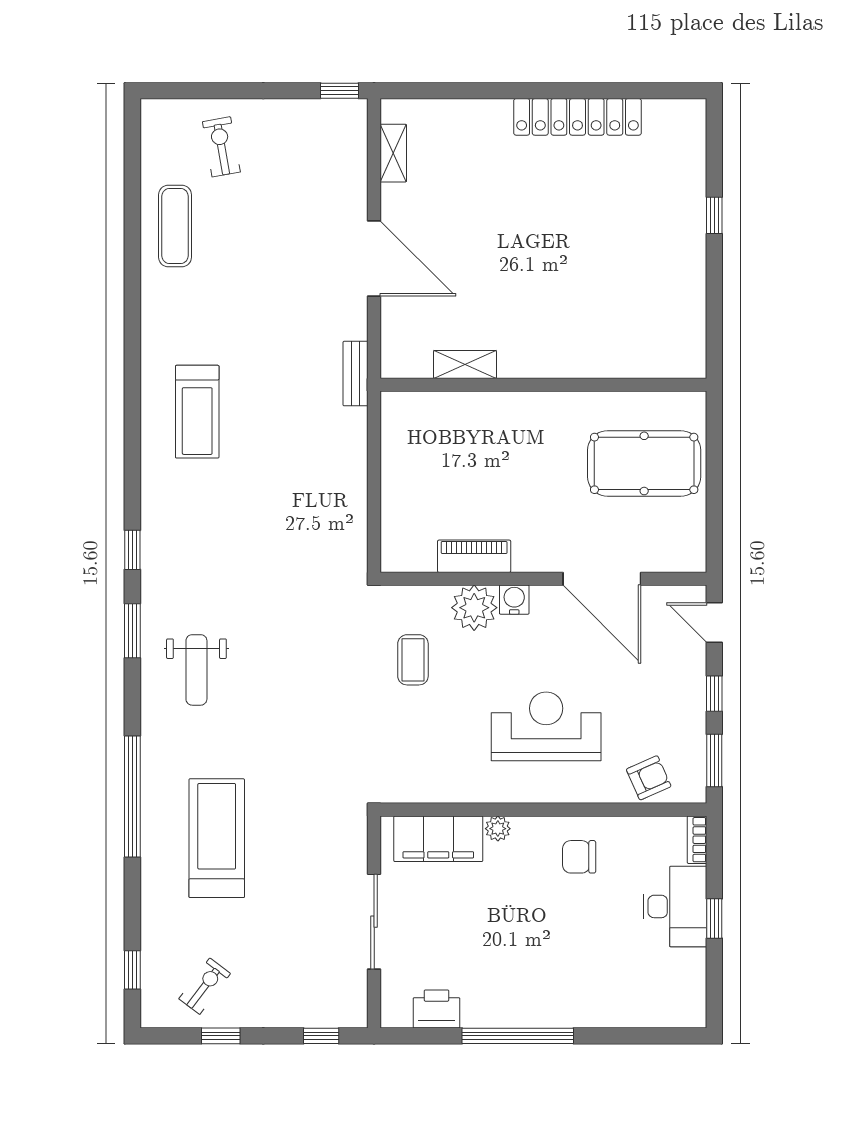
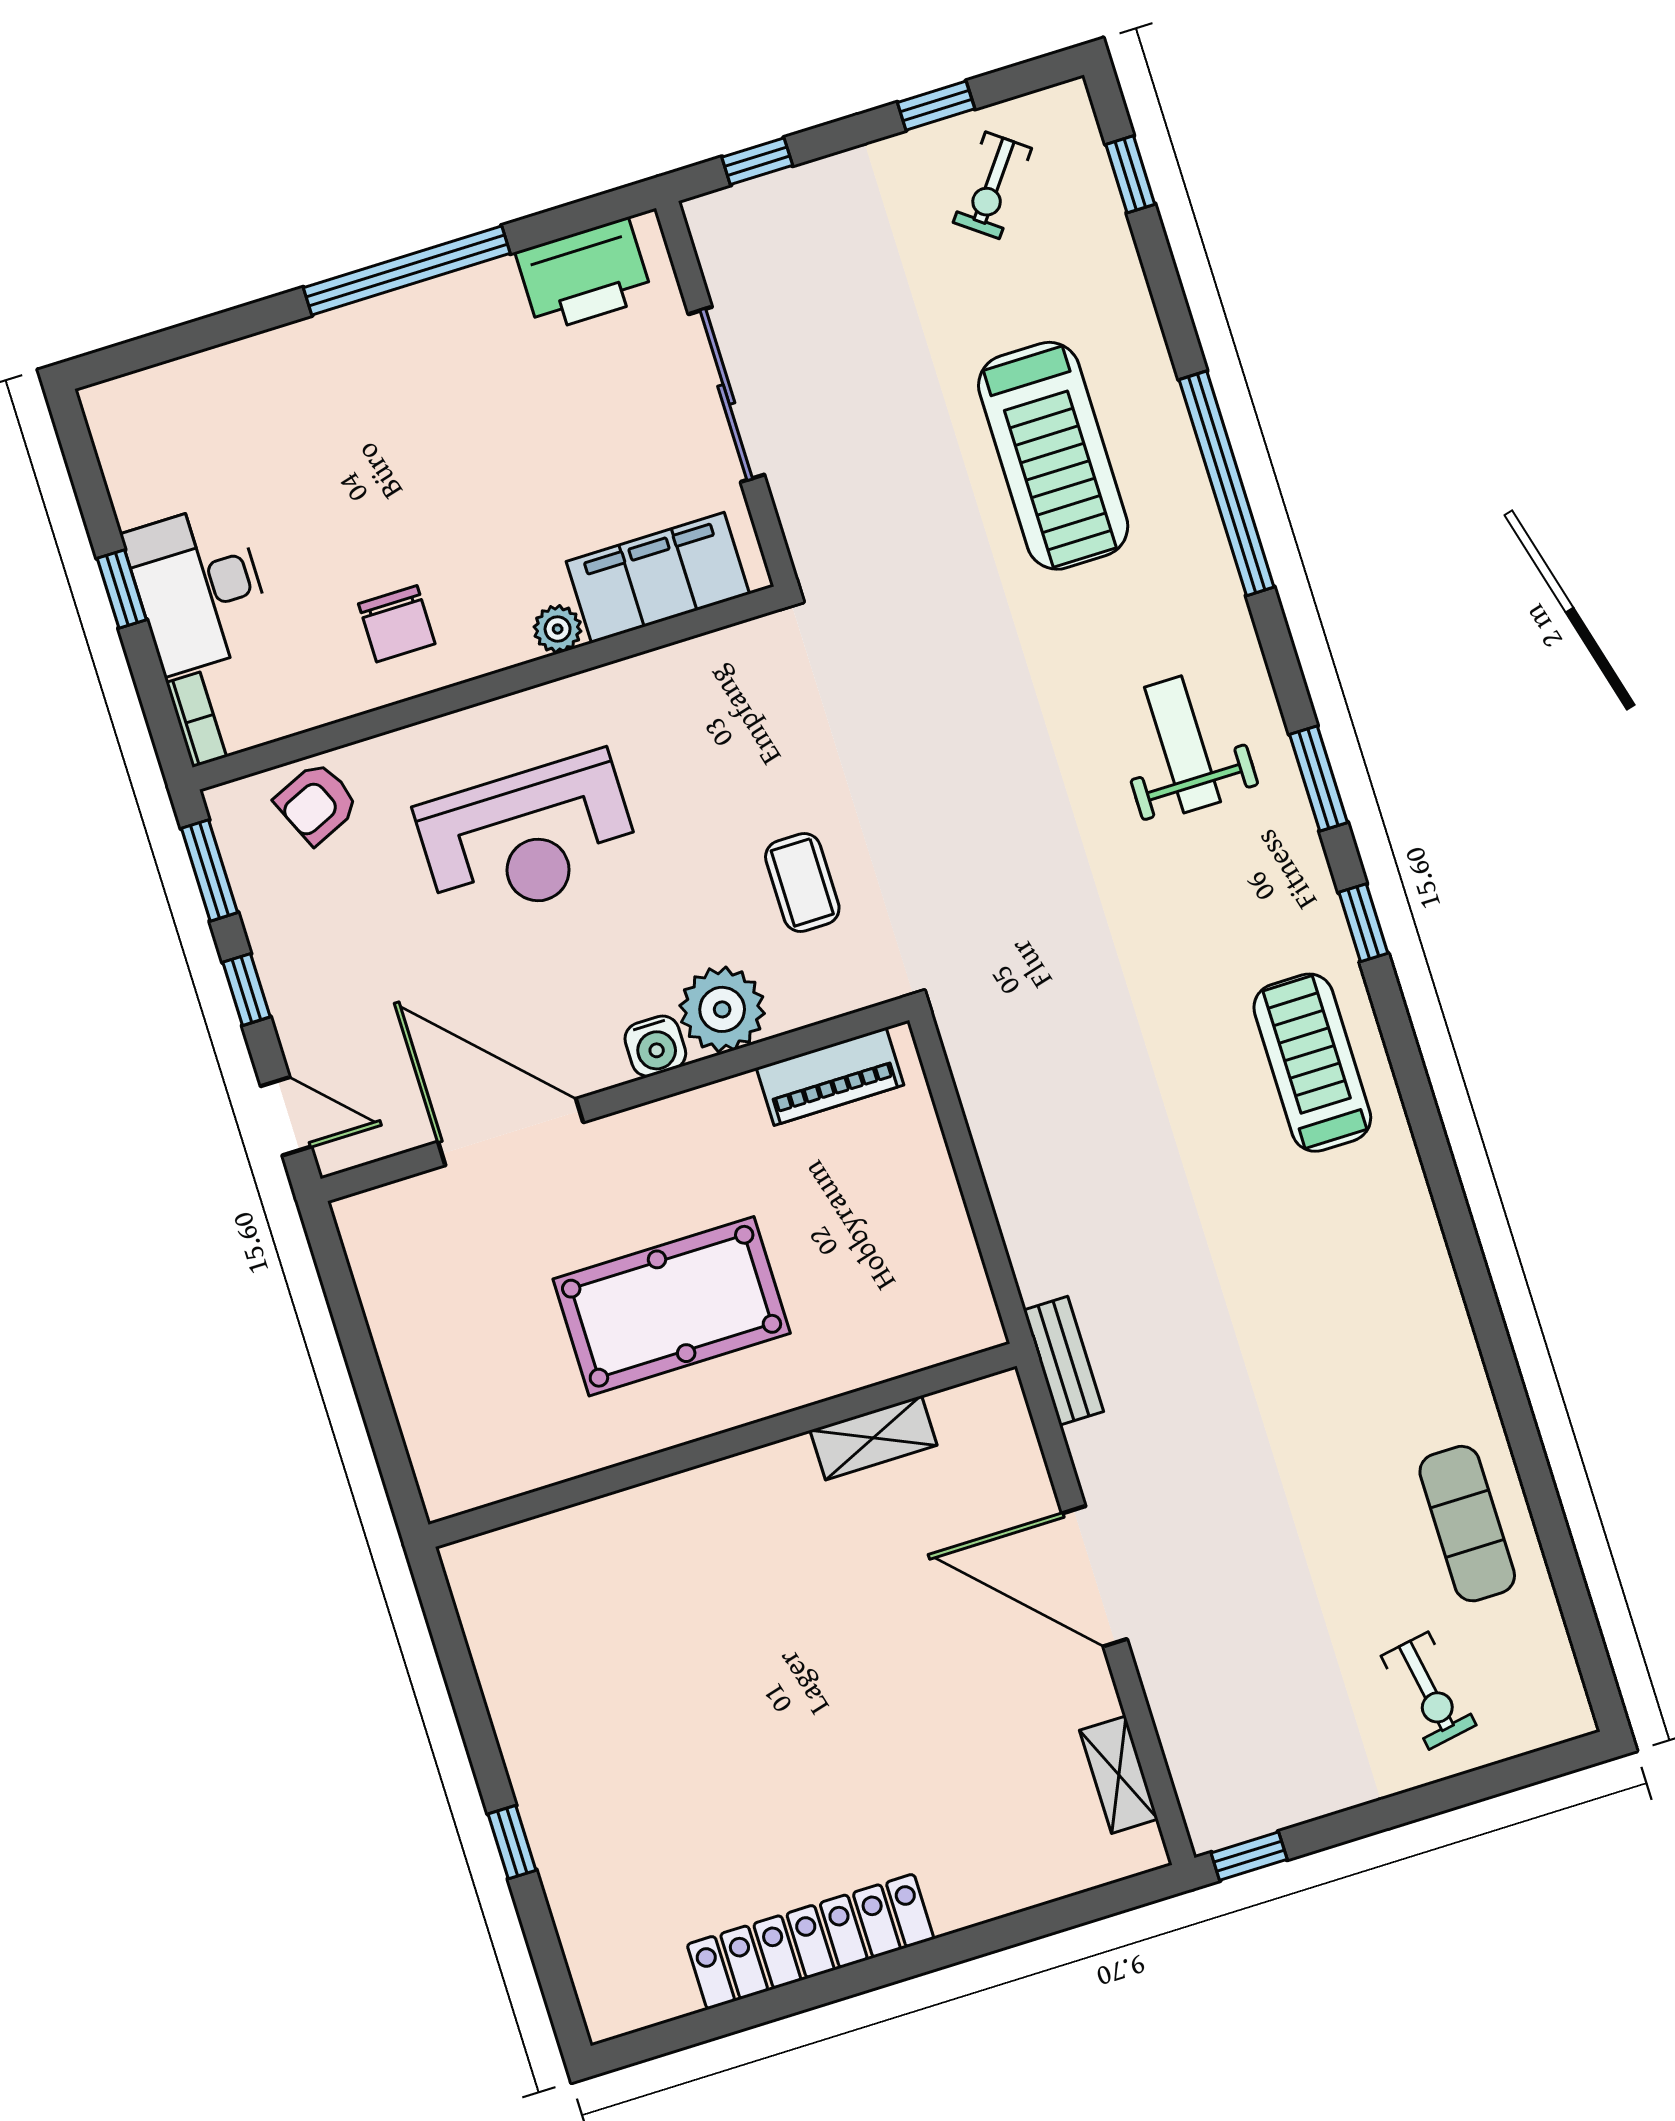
treadmill: (197, 412) -> (1312, 1063), moved
pool table: (644, 463) -> (672, 1306), moved
piano: (474, 556) -> (830, 1076), moved
chair: (579, 857) -> (397, 624), turned 90
printer: (436, 1009) -> (584, 275), width x1.37, depth x1.19

